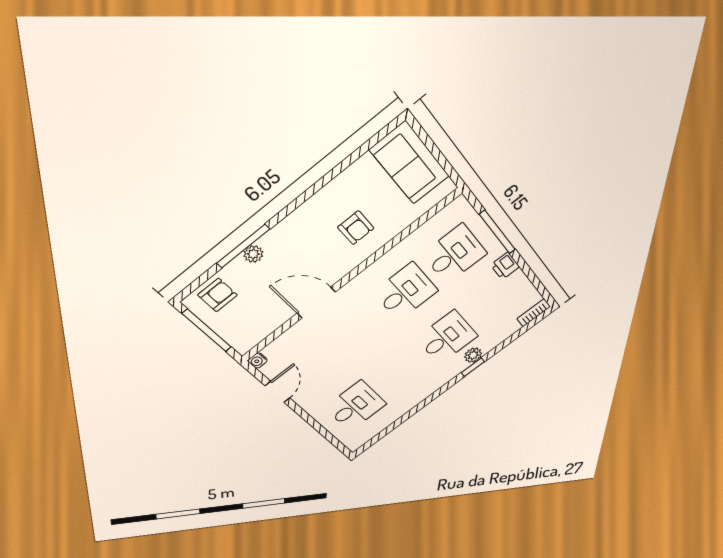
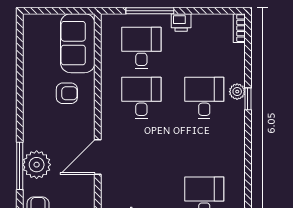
sofa: (410, 163) -> (78, 43), moved, turned 90
plant: (253, 254) -> (37, 165), width x1.87, depth x1.87

